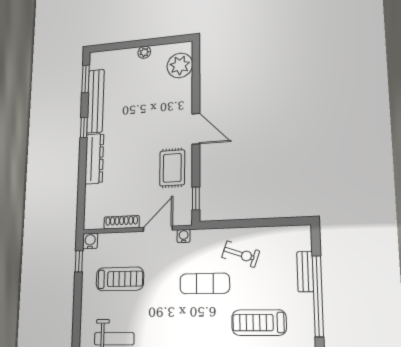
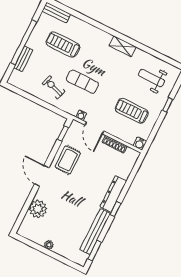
plant: (180, 65) -> (38, 209), moved
window: (84, 127) -> (115, 209), moved
door: (158, 229) -> (94, 128), hinge flipped
window: (79, 261) -> (168, 105), moved
treadmill: (259, 323) -> (63, 45), turned 180

